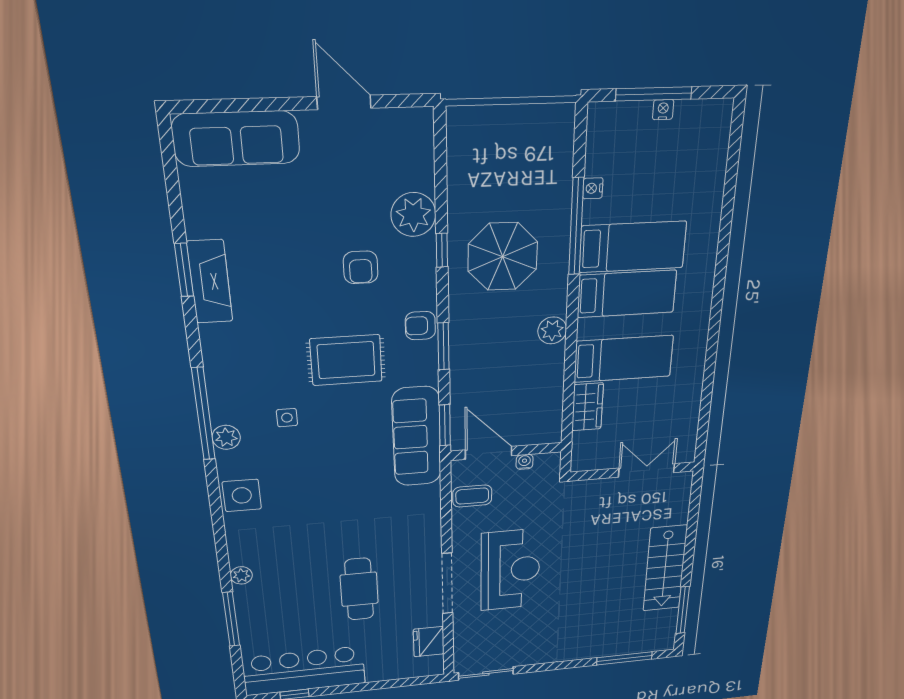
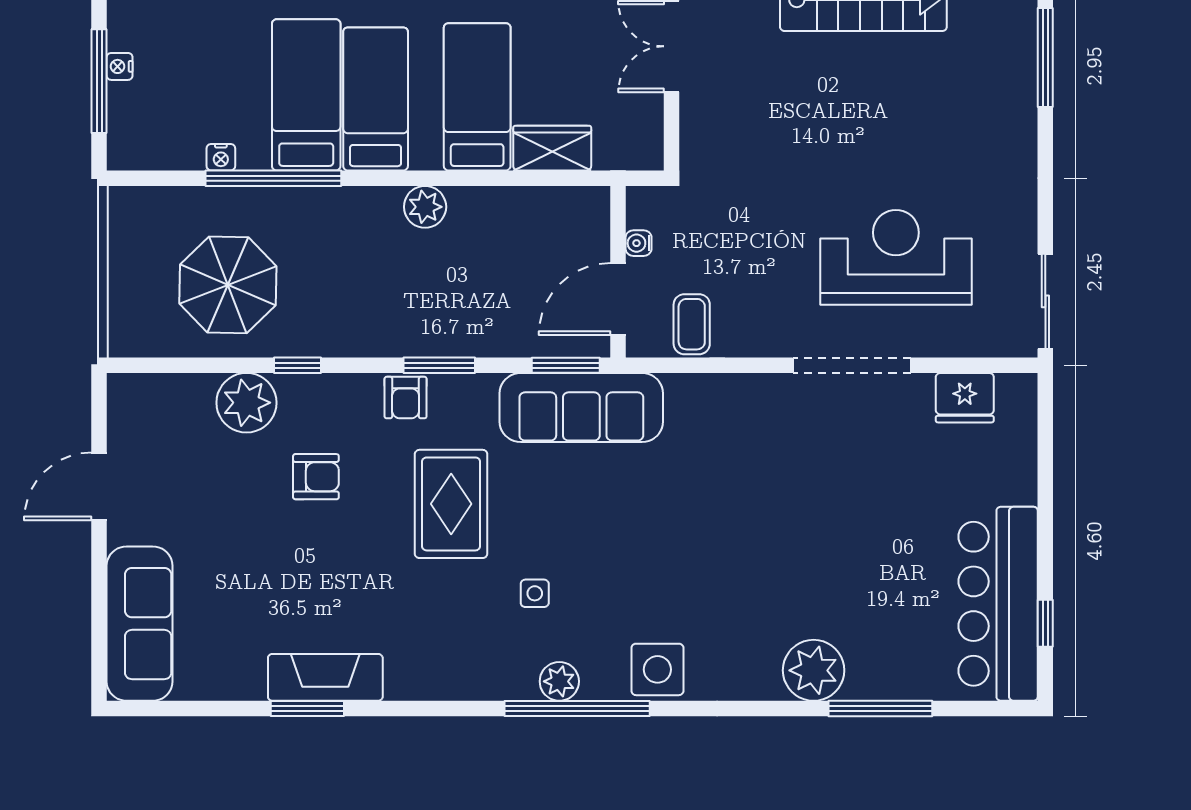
parasol: (503, 257) -> (228, 285), moved
window: (203, 414) -> (577, 709), moved
reception desk: (510, 570) -> (896, 257), moved
plant: (241, 575) -> (814, 670), width x1.87, depth x1.87
cafe table: (359, 589) -> (846, 506), removed

